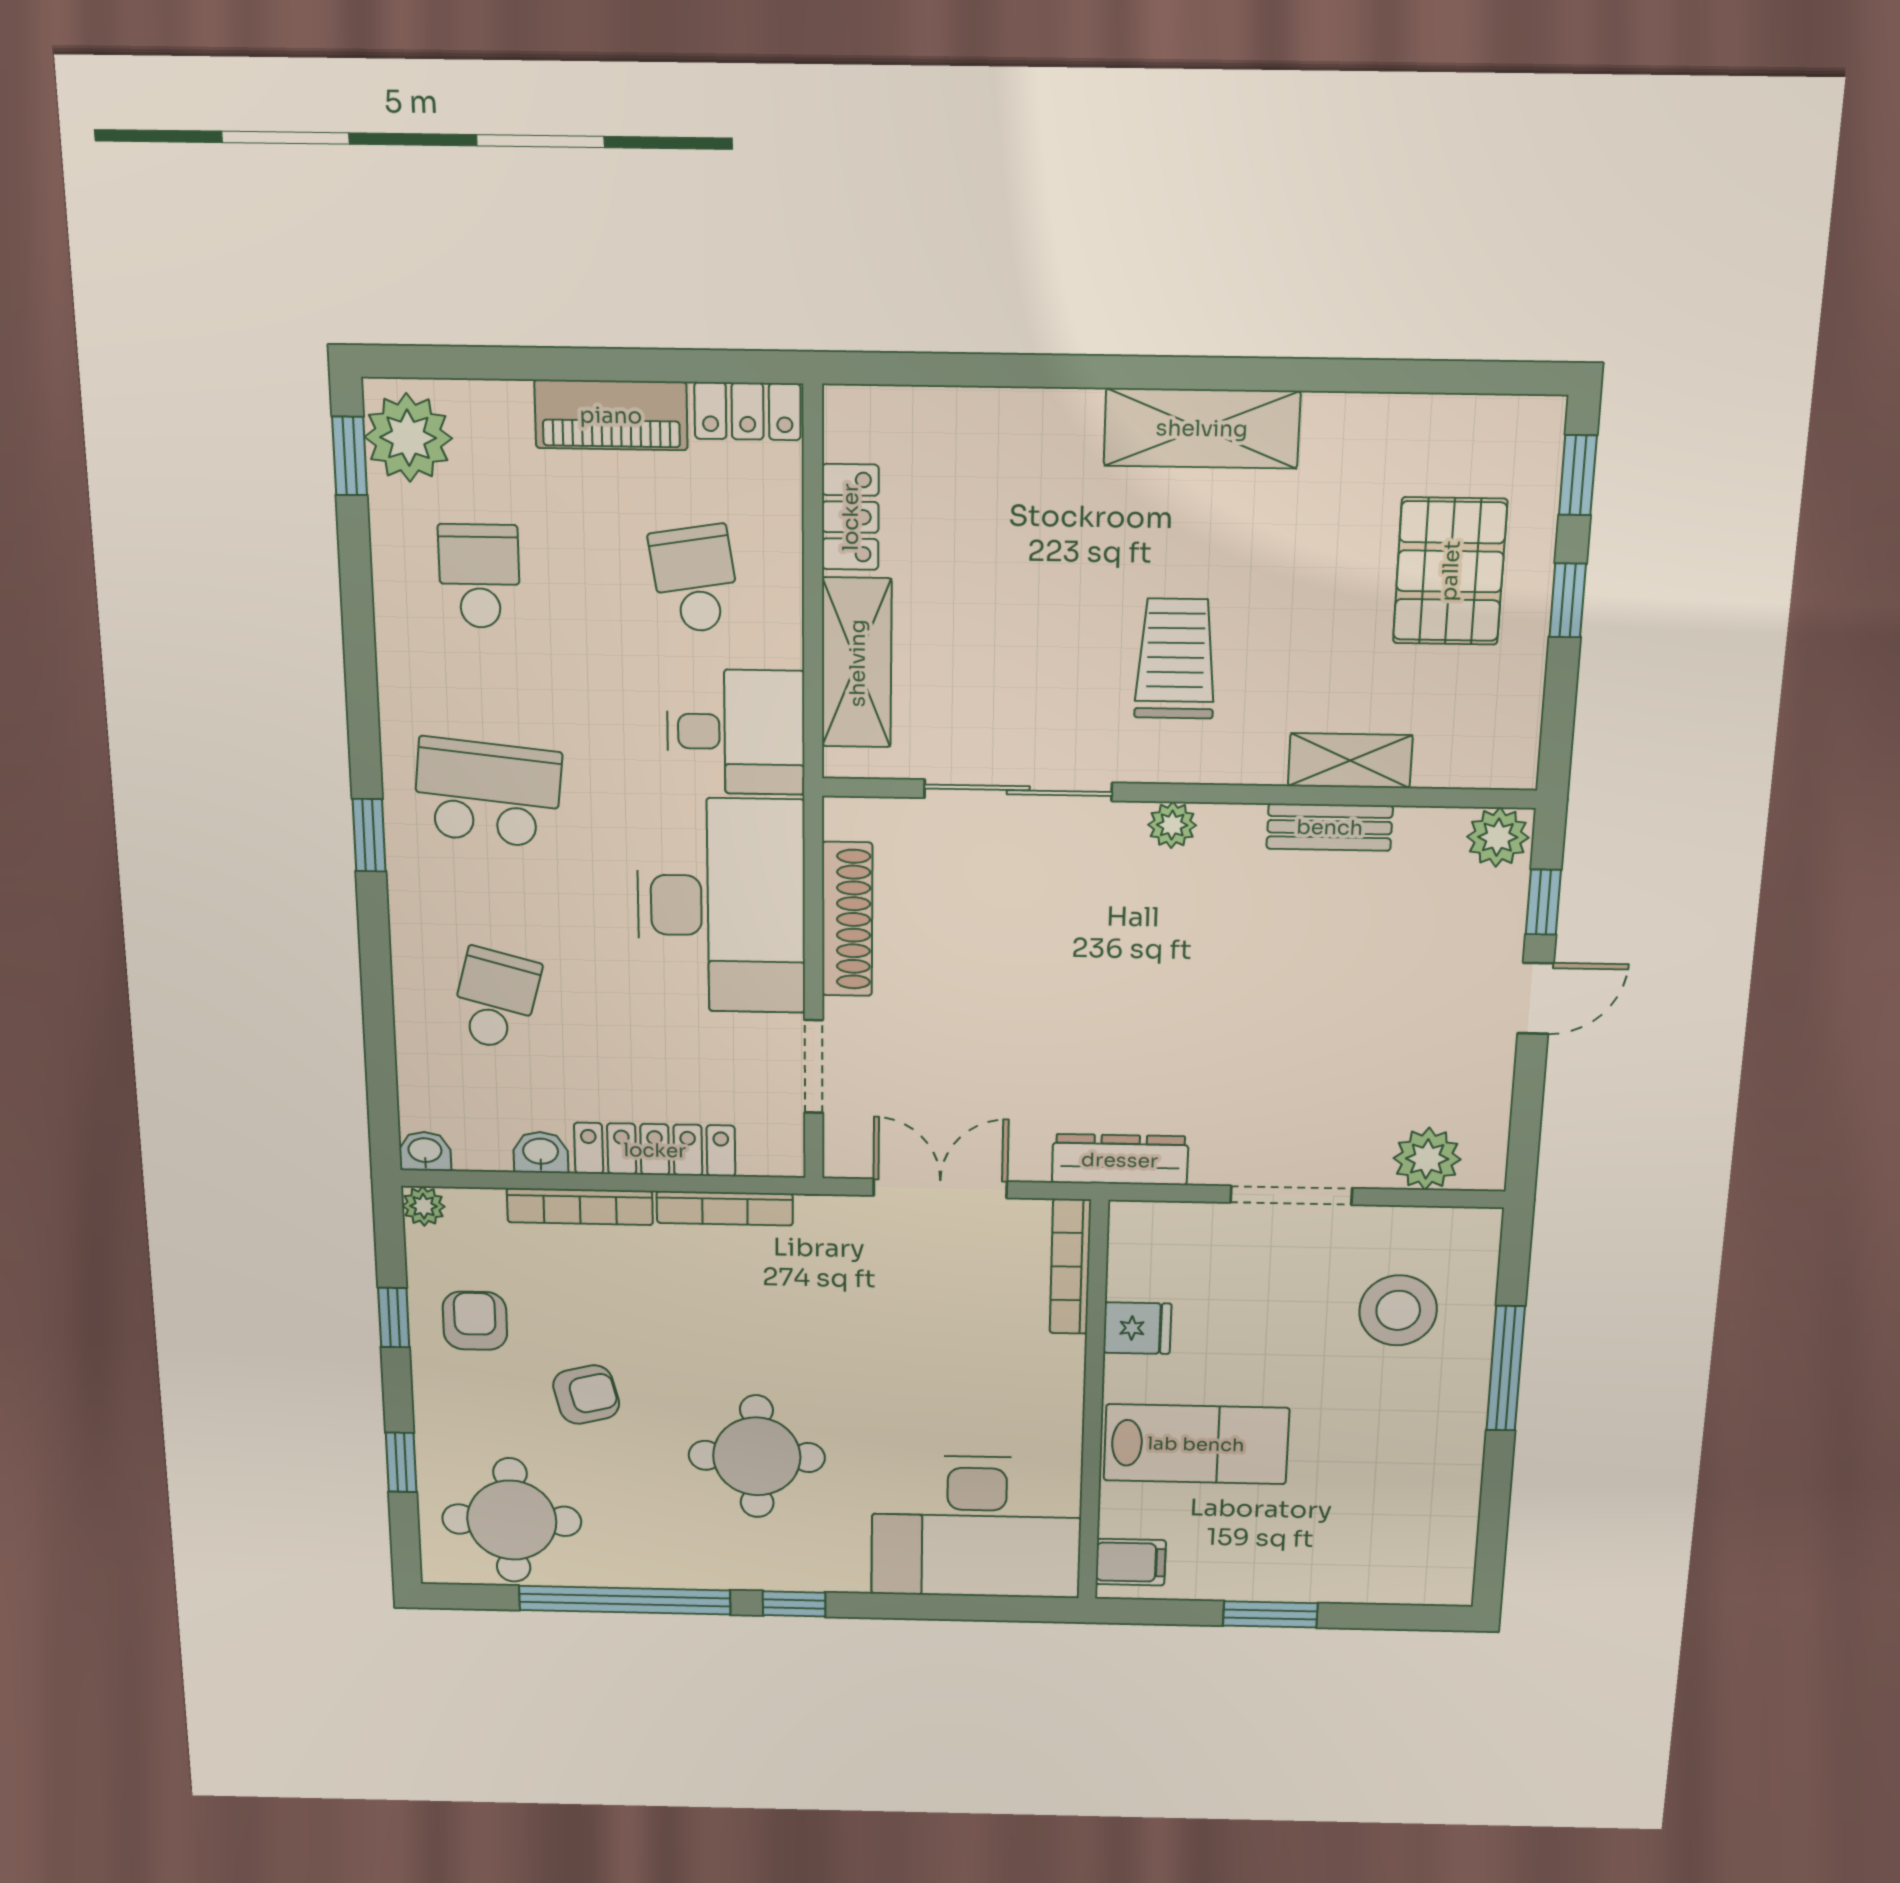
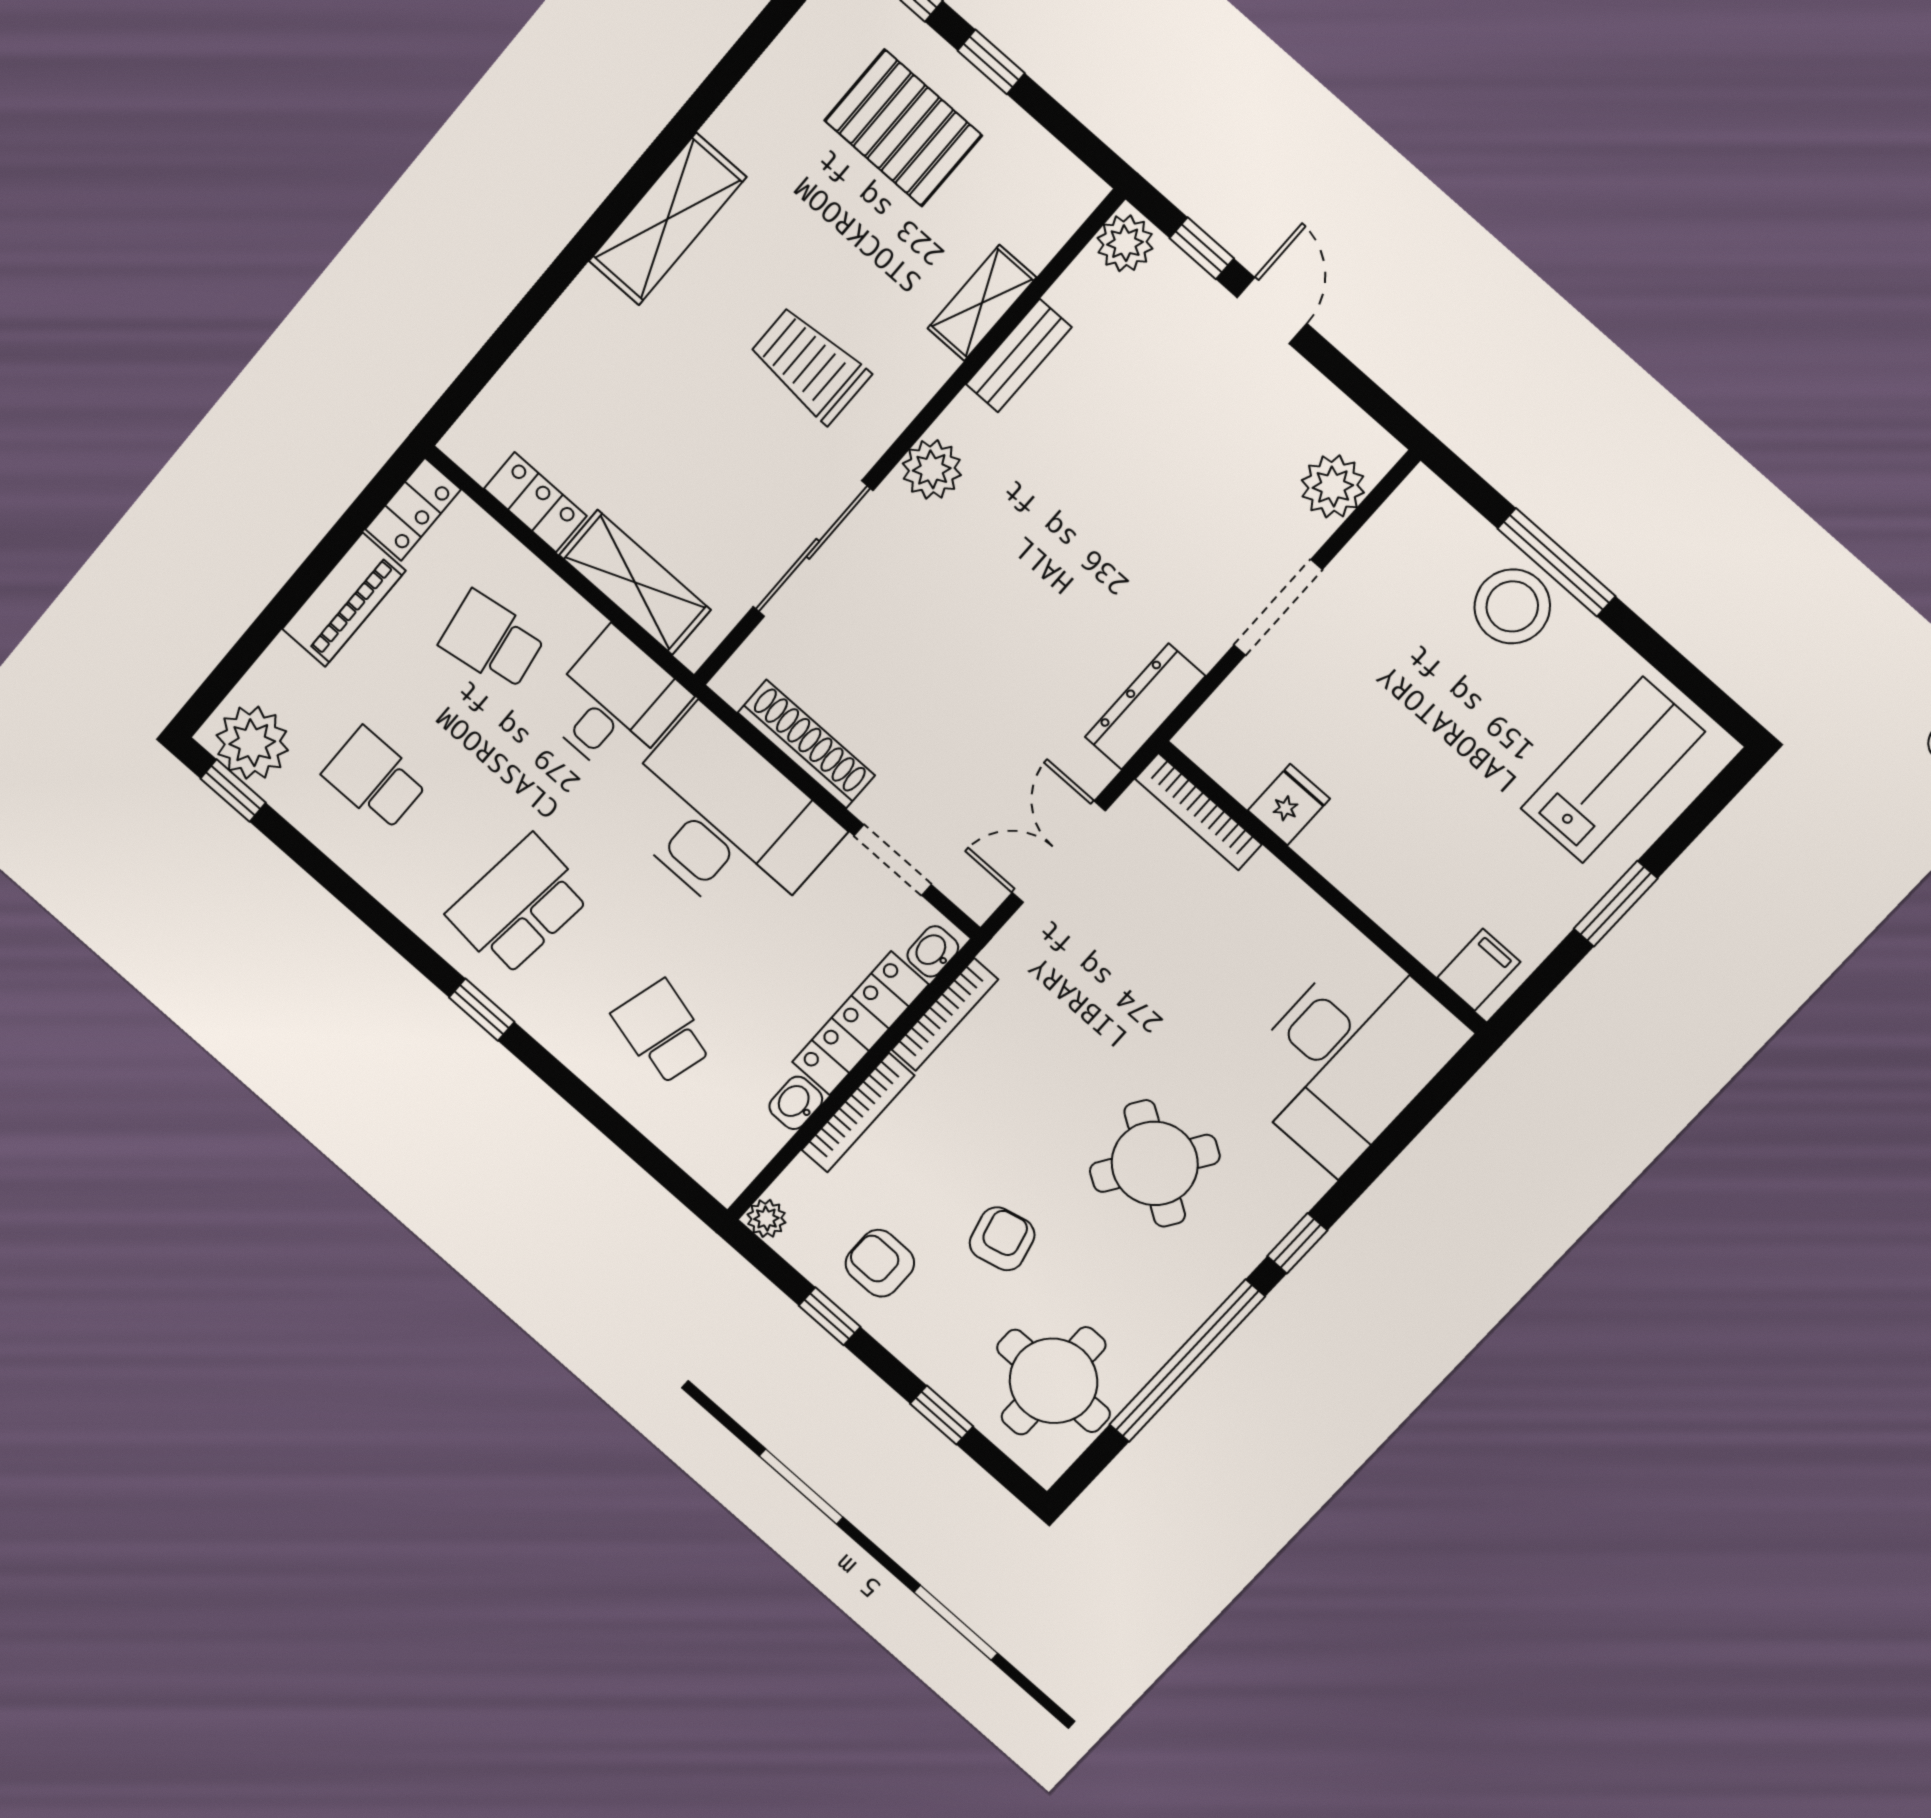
plant: (1172, 825) -> (932, 469), width x1.38, depth x1.38
washbasin: (425, 1151) -> (933, 951), moved
stool: (1398, 1310) -> (1512, 606), moved
lab bench: (1196, 1444) -> (1613, 770), moved
round table: (757, 1456) -> (1155, 1163), turned 33

